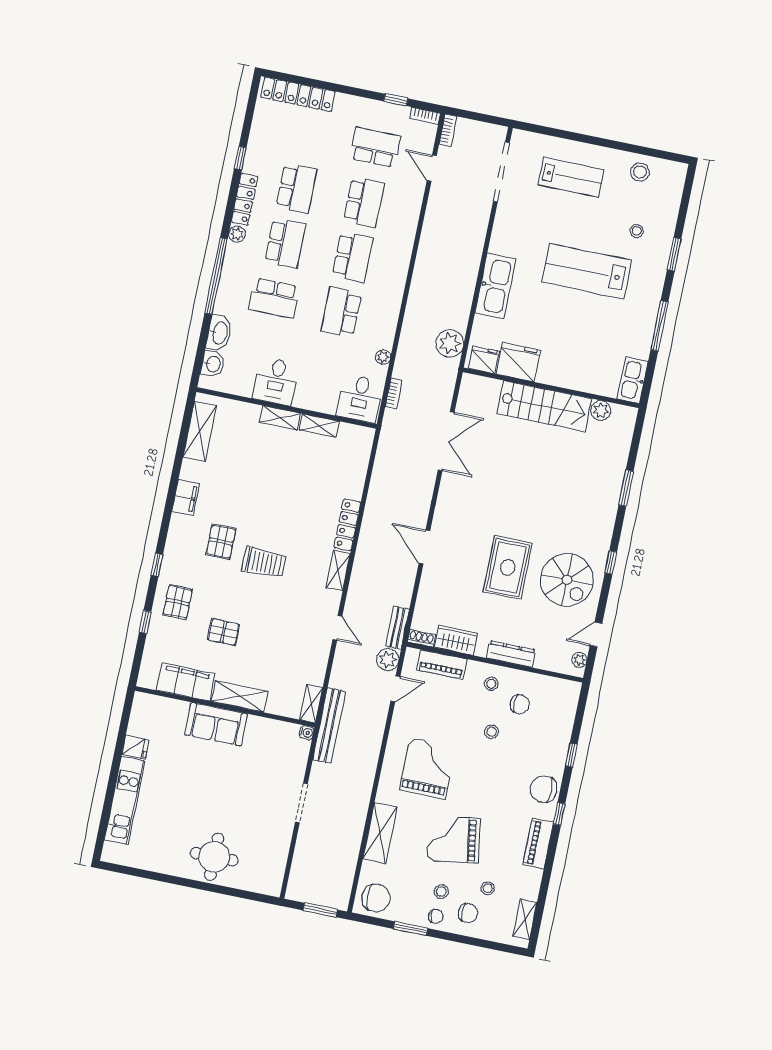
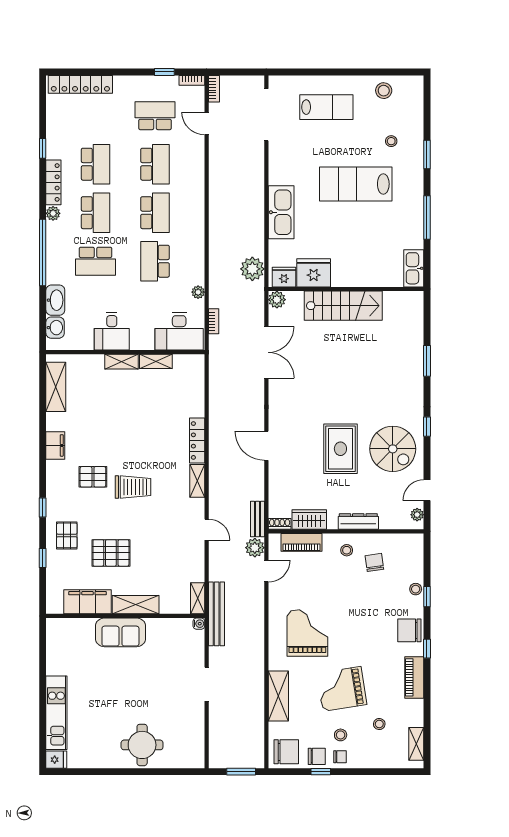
desk: (360, 398) -> (179, 331), width x1.37
plant: (601, 411) -> (277, 300), moved
pallet: (221, 542) -> (93, 477), turned 90
pallet: (224, 632) -> (111, 553), width x1.50, depth x1.42
chair: (520, 704) -> (374, 562), turned -98
stool: (492, 732) -> (416, 589), moved
fridge: (135, 747) -> (56, 760), moved
chair: (468, 913) -> (317, 756), moved
window: (410, 928) -> (321, 772), width x0.67

